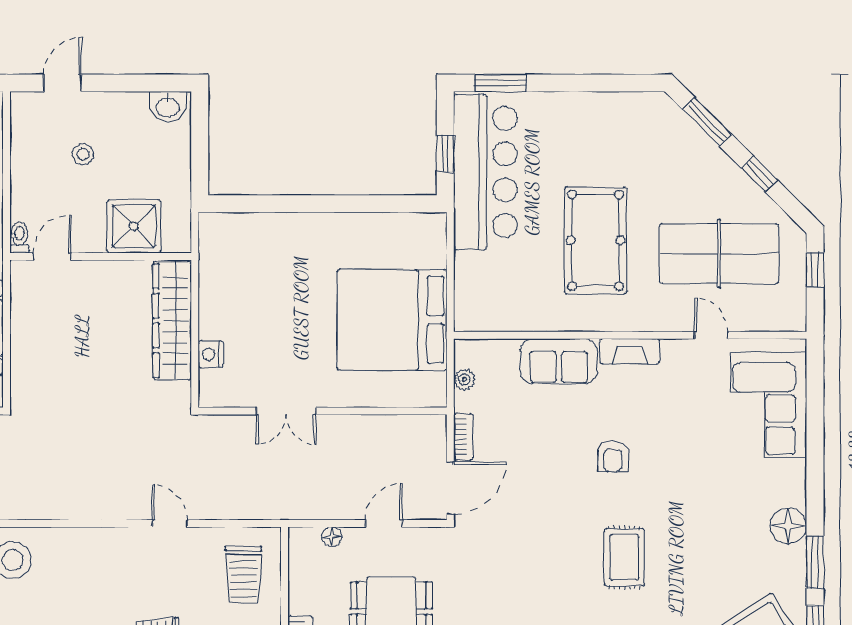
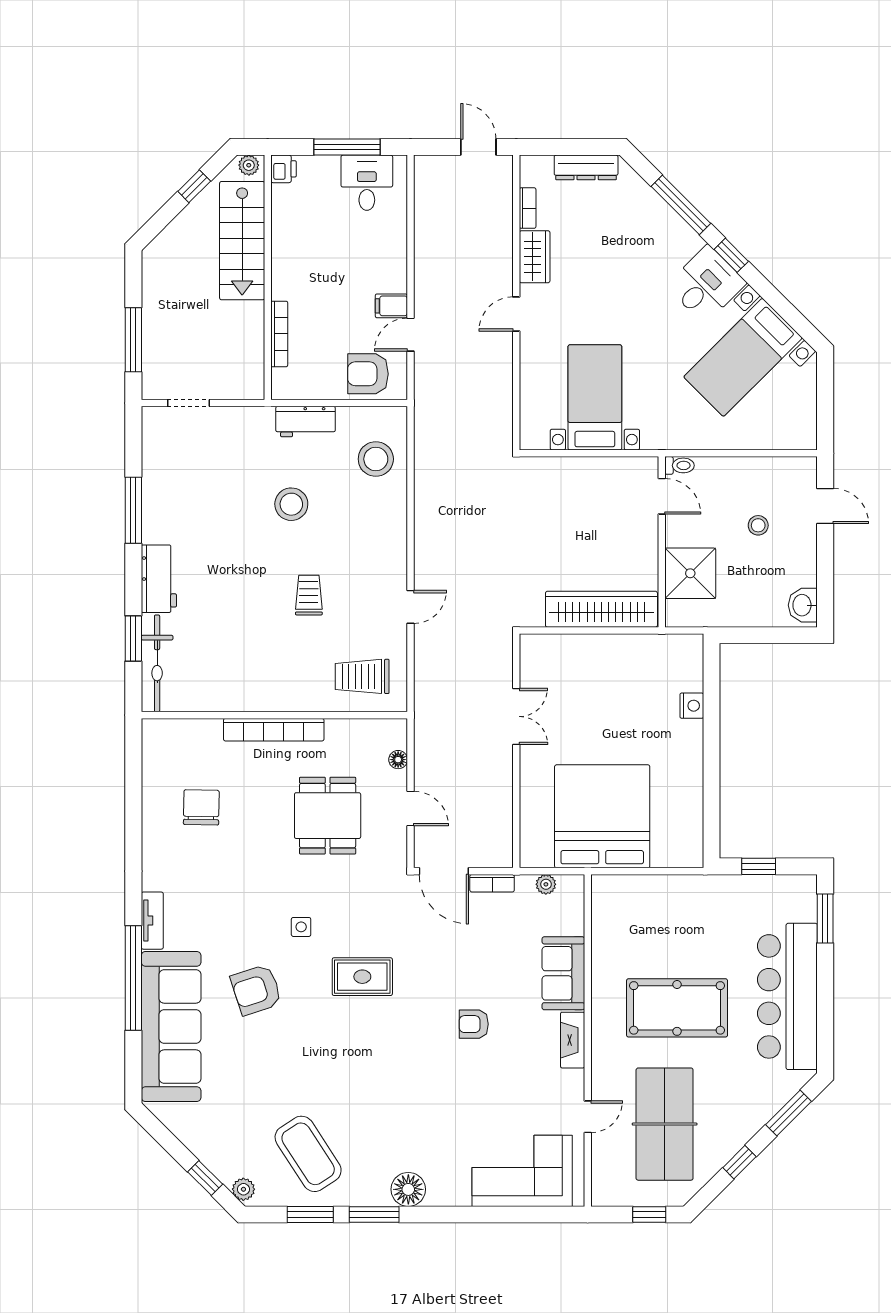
bar counter: (485, 172) -> (787, 996), moved, turned 90
nightstand: (211, 354) -> (692, 706), moved, turned 90
double door: (286, 411) -> (516, 716), swing flipped
rug: (624, 557) -> (362, 977), moved

